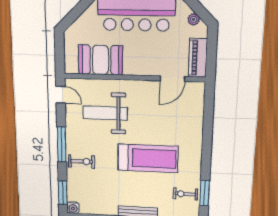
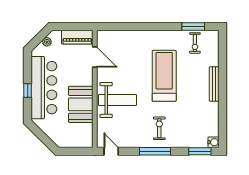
booth: (100, 60) -> (81, 104), moved
door: (61, 95) -> (111, 151), hinge flipped
weight bench: (105, 113) -> (118, 100), moved, turned -90
exercise bike: (82, 161) -> (159, 128), moved

